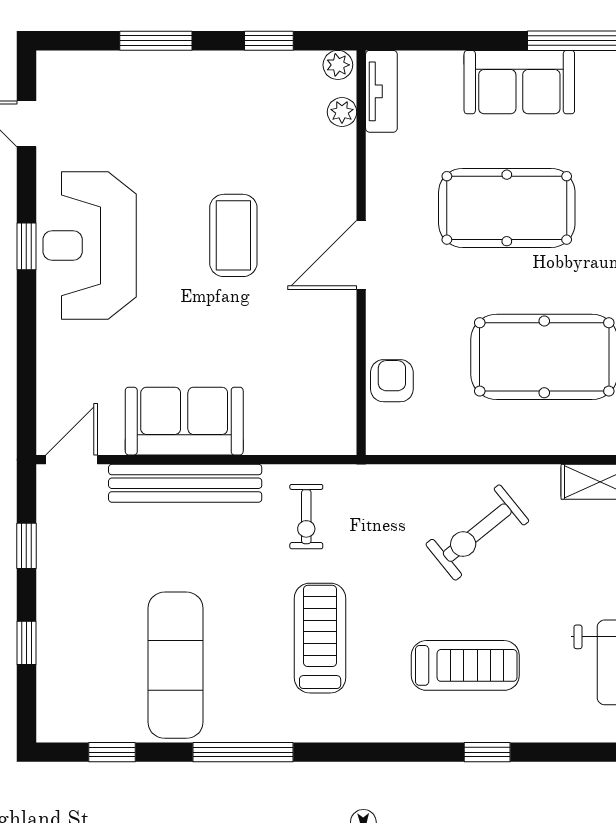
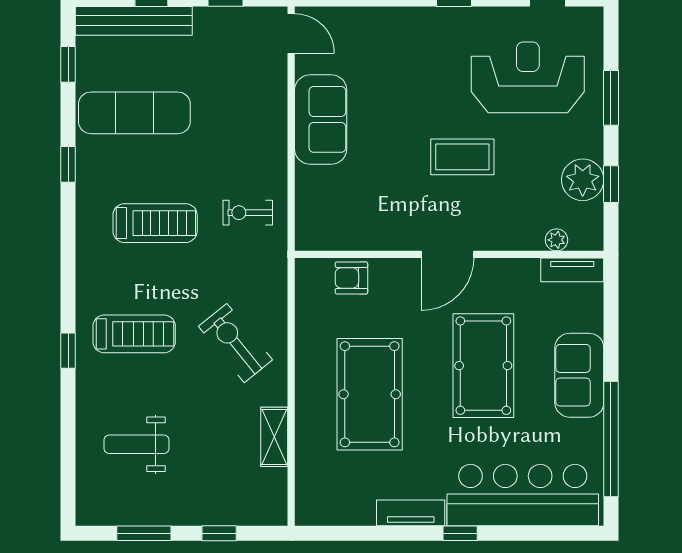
plant: (338, 65) -> (583, 180), moved, width x1.88, depth x1.88
reception desk: (90, 245) -> (528, 77), moved
door: (361, 255) -> (447, 254), swing flipped
armchair: (392, 381) -> (351, 278), turned 180
bench: (185, 483) -> (134, 21), moved, turned 90
treadmill: (465, 665) -> (134, 334), turned -90
window: (243, 752) -> (68, 164), width x0.46

